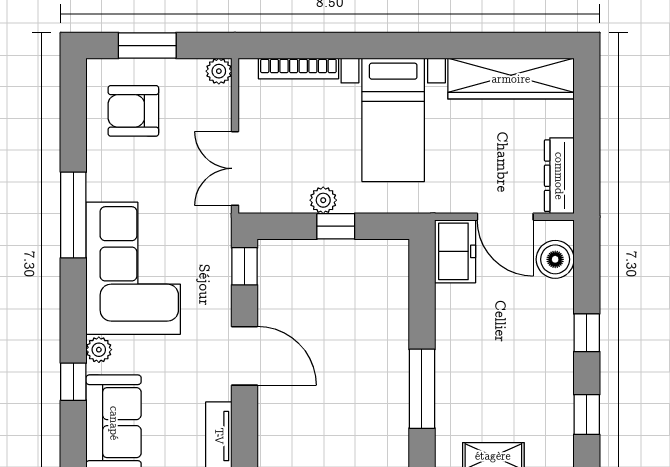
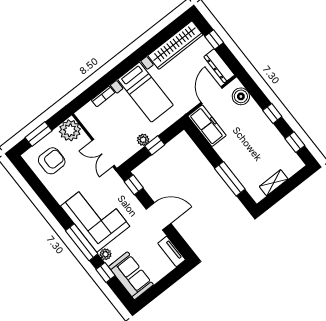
bookcase: (298, 68) -> (103, 96), width x0.64
plant: (219, 71) -> (70, 130), width x1.87, depth x1.87
armchair: (133, 111) -> (52, 161), turned 180
window: (587, 123) -> (214, 40), added
window: (73, 215) -> (82, 242), moved
door: (505, 217) -> (212, 95), swing flipped
freezer: (455, 251) -> (207, 126), width x1.40

